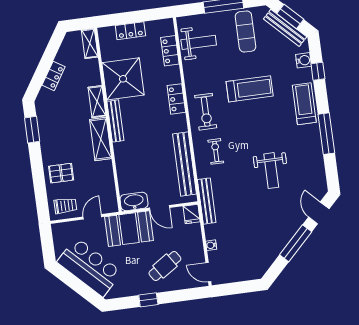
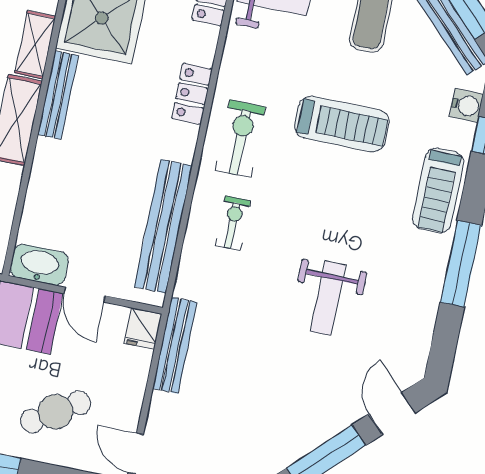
treadmill: (304, 104) -> (438, 191), turned 180
exercise bike: (206, 112) -> (240, 139), turned 180
bench: (207, 201) -> (175, 345), moved
water cooler: (211, 245) -> (160, 403), removed

